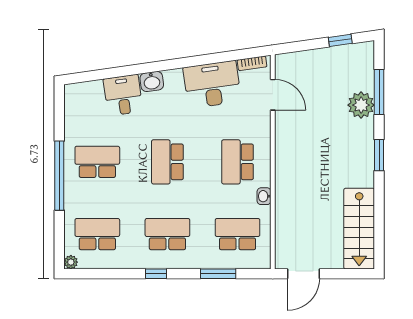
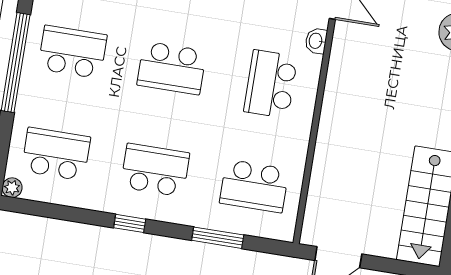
school desk: (167, 162) -> (172, 68), turned -90
washbasin: (264, 196) -> (316, 41), moved
school desk: (238, 234) -> (254, 186), turned 180

